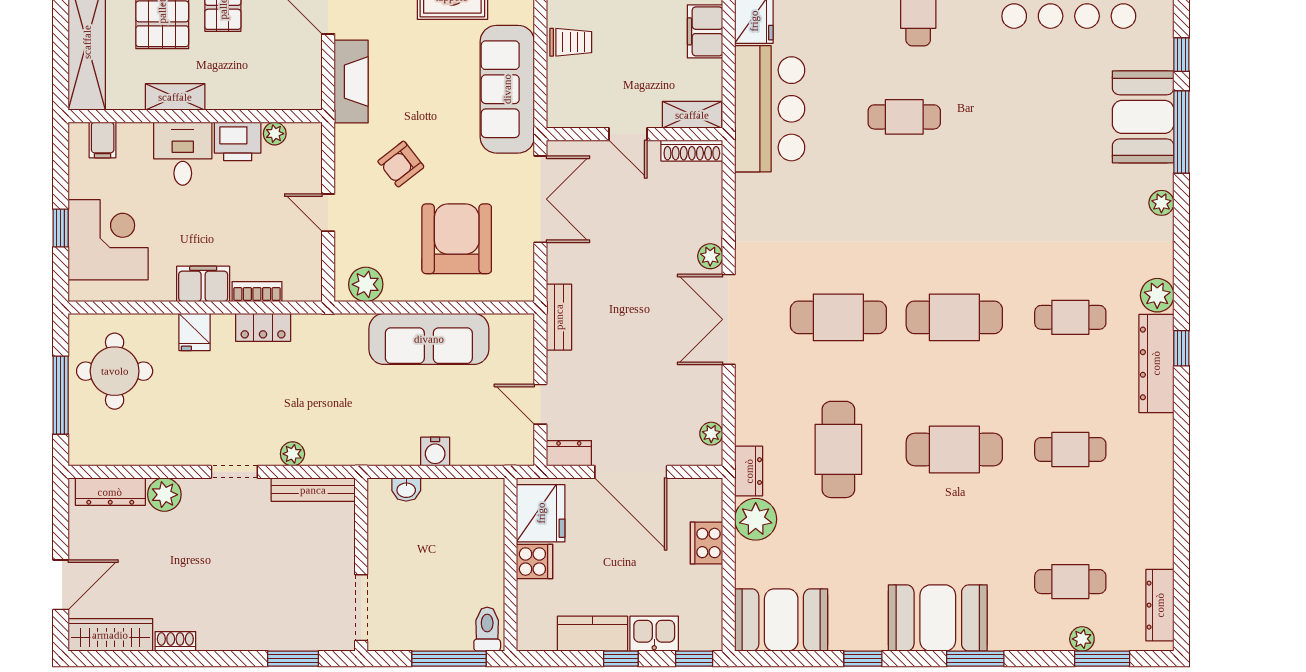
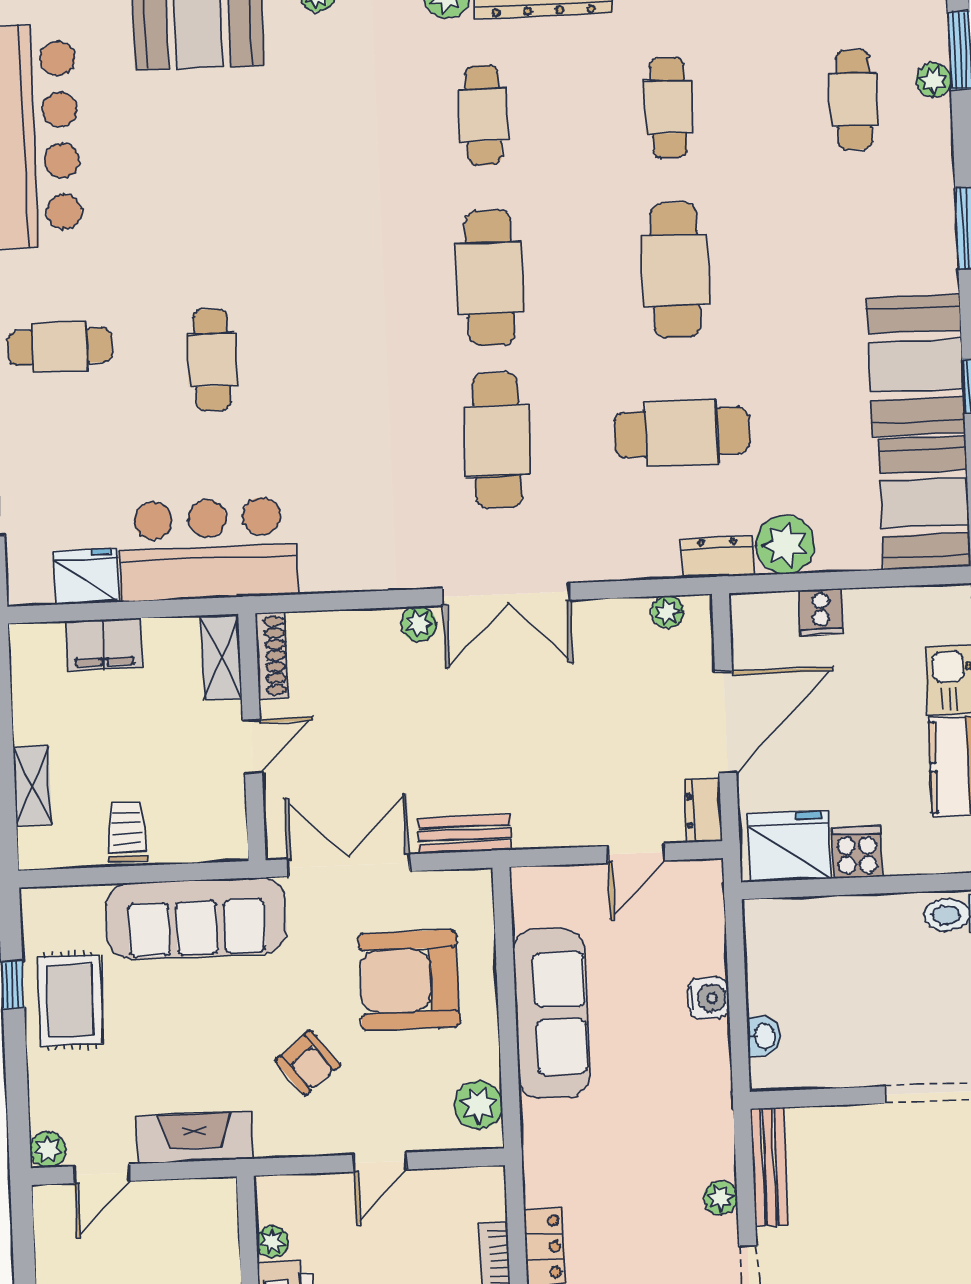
bench: (559, 317) -> (464, 834), moved
cooker: (707, 543) -> (821, 612), width x0.73
booth: (938, 618) -> (916, 365), moved

